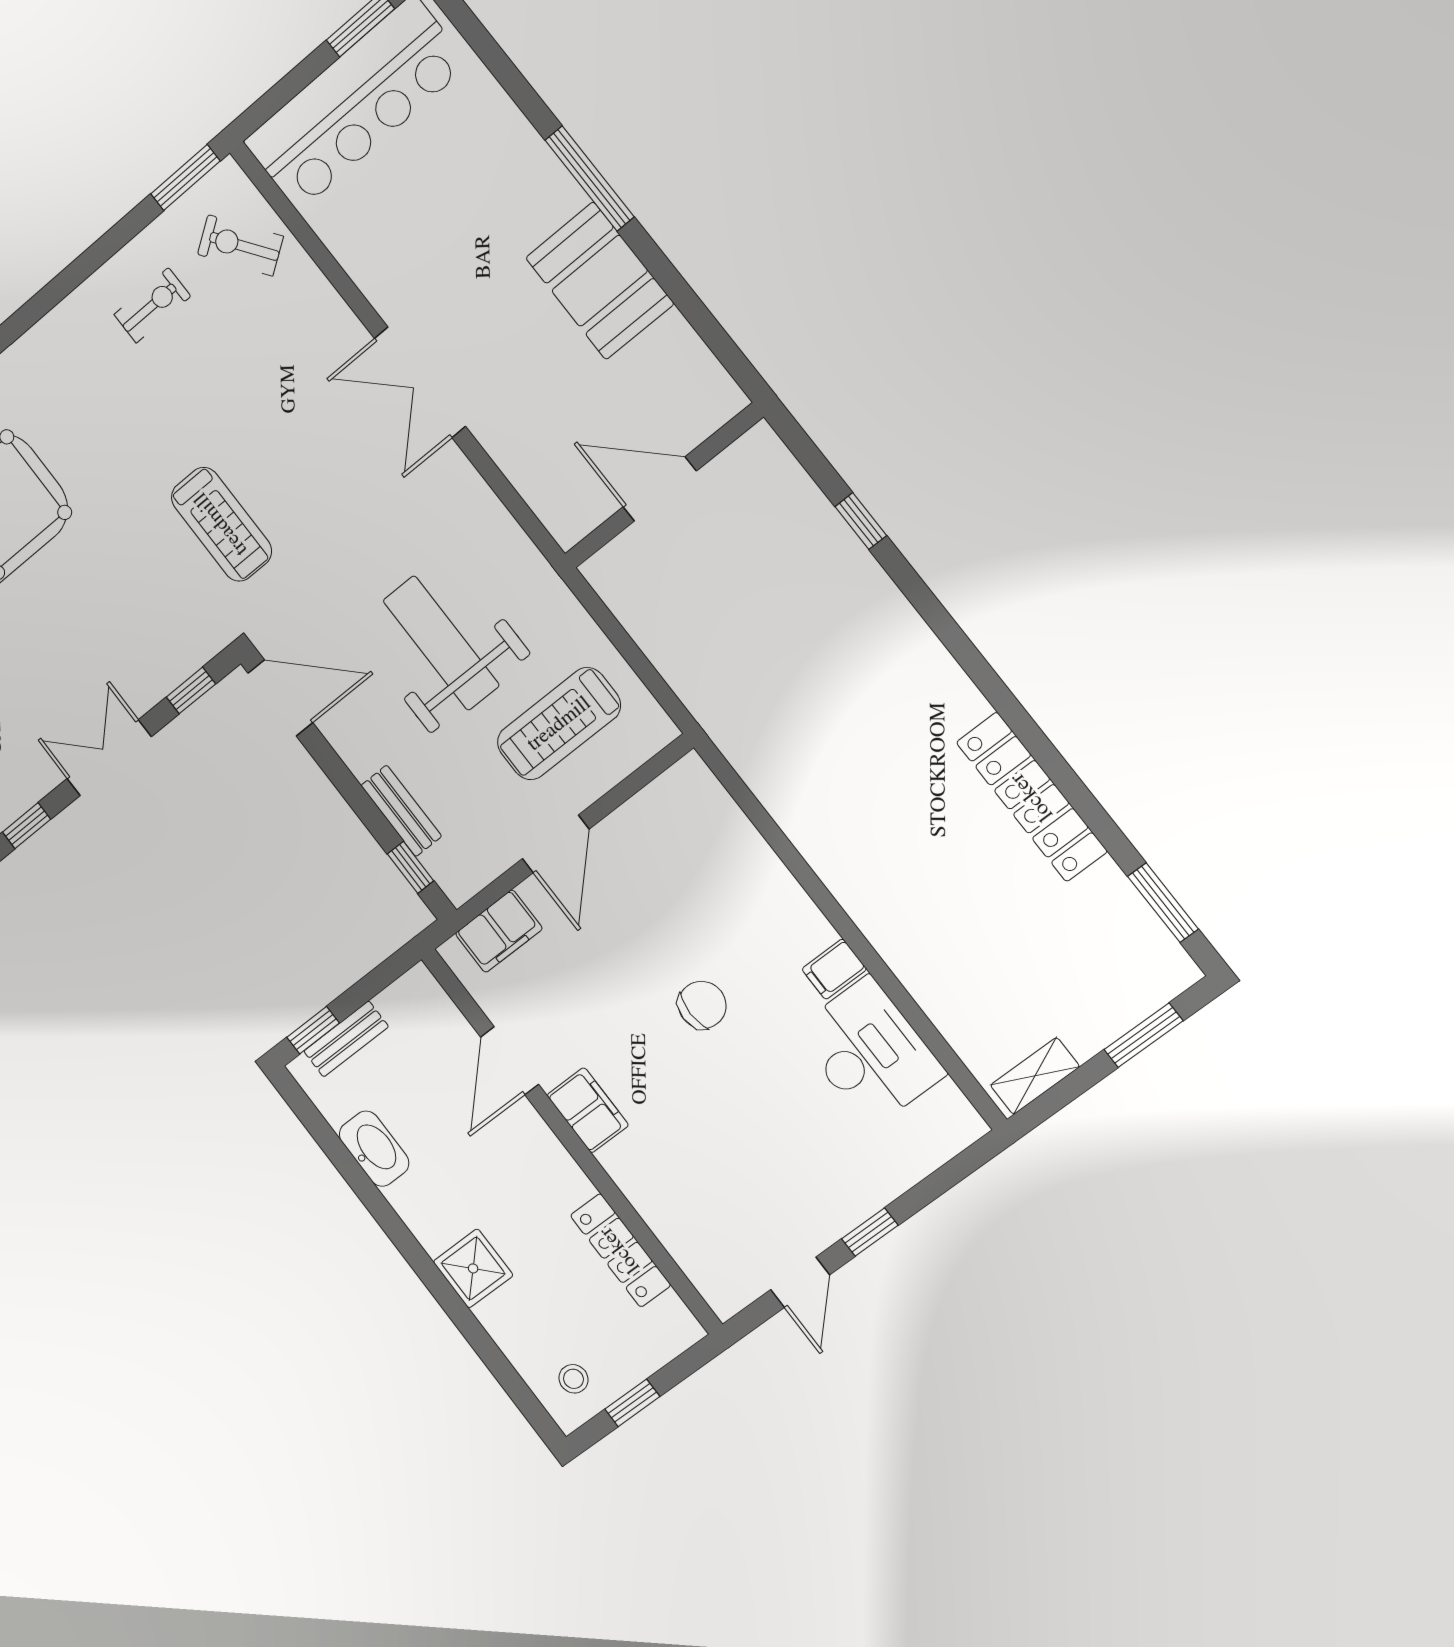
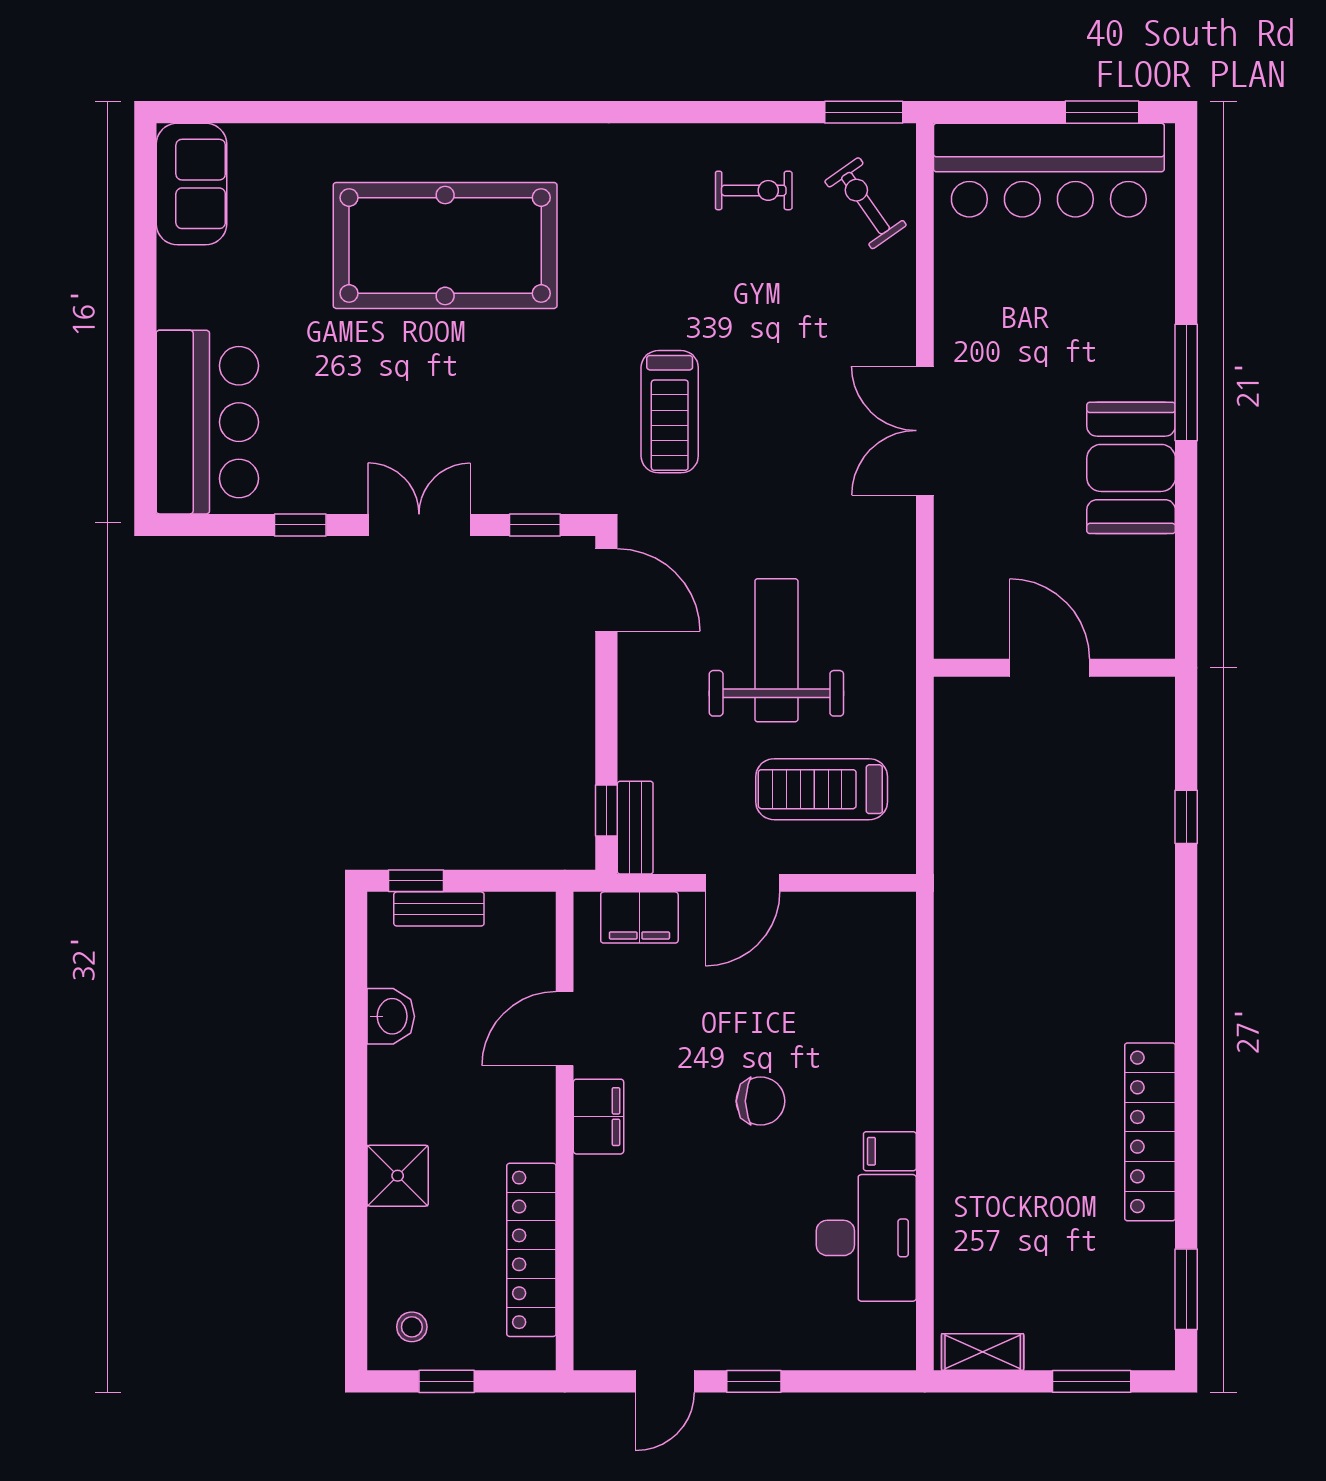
bench: (401, 811) -> (635, 828), moved
washbasin: (374, 1149) -> (391, 1016), width x0.72
locker: (620, 1250) -> (531, 1250), width x1.41, depth x1.21

